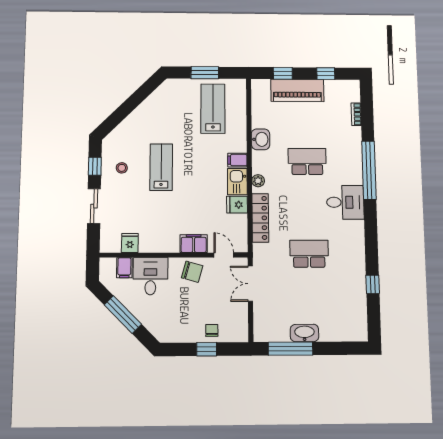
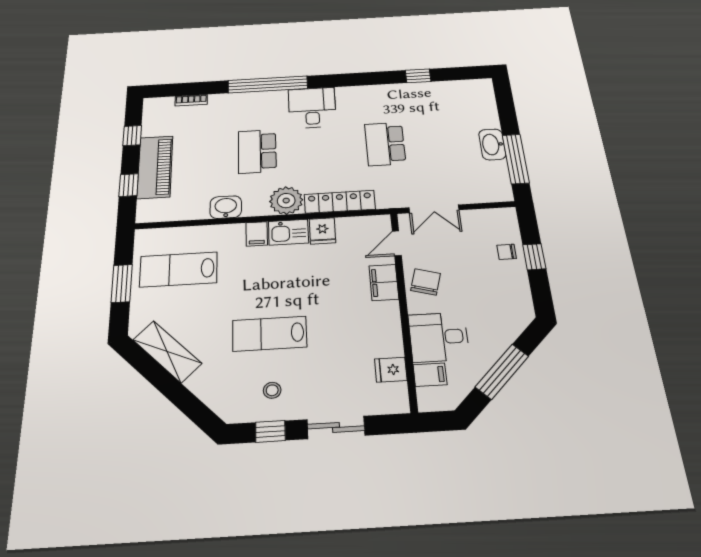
shelving: (153, 103) -> (167, 352), added
plant: (258, 181) -> (286, 201), width x1.87, depth x1.87

